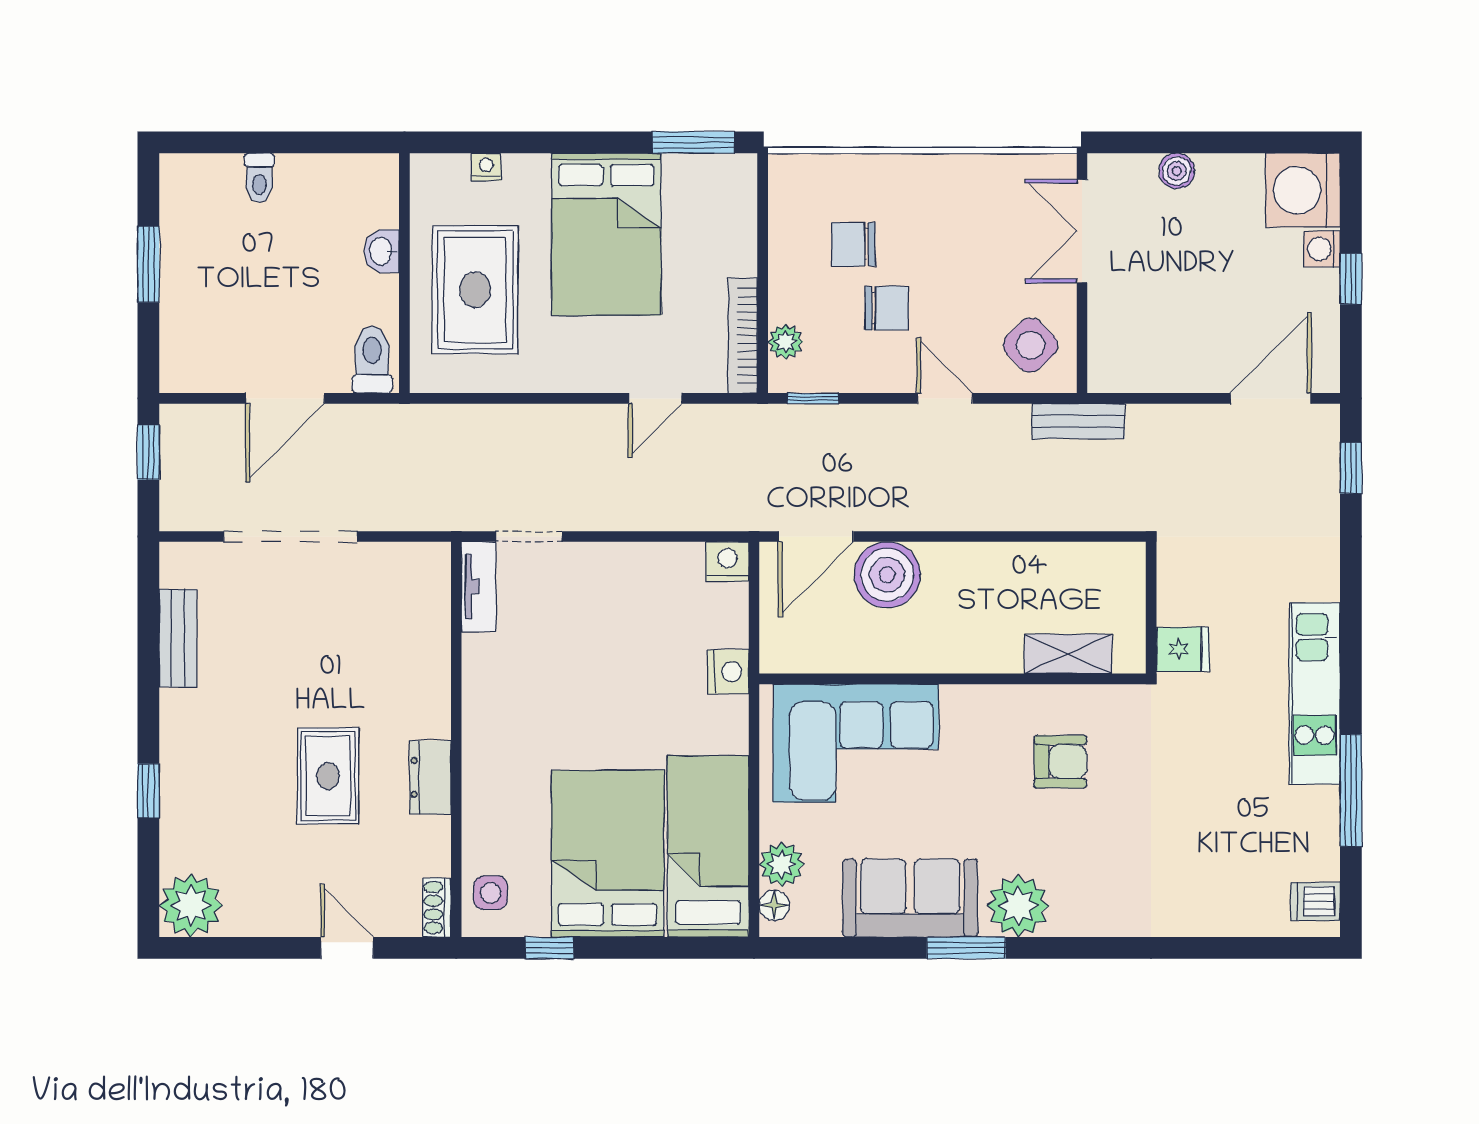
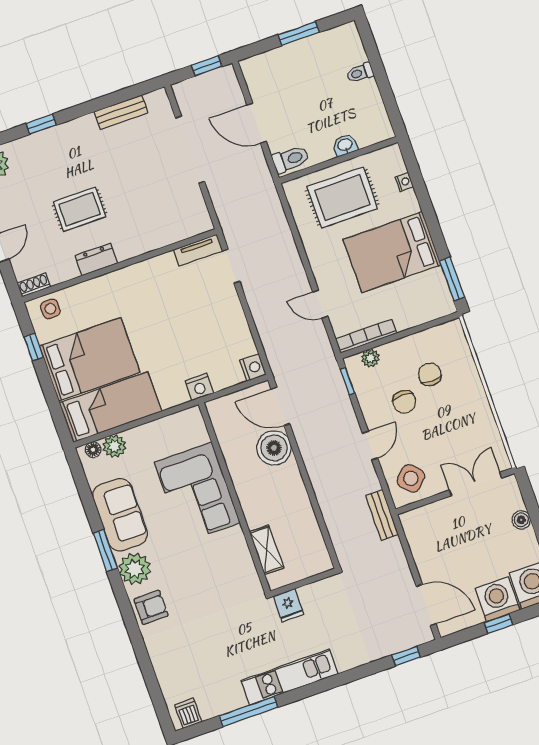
washing machine: (1322, 249) -> (497, 599), width x1.89, depth x1.89
corner sofa: (856, 743) -> (197, 492), moved
armchair: (1060, 762) -> (151, 607), moved, turned -90

